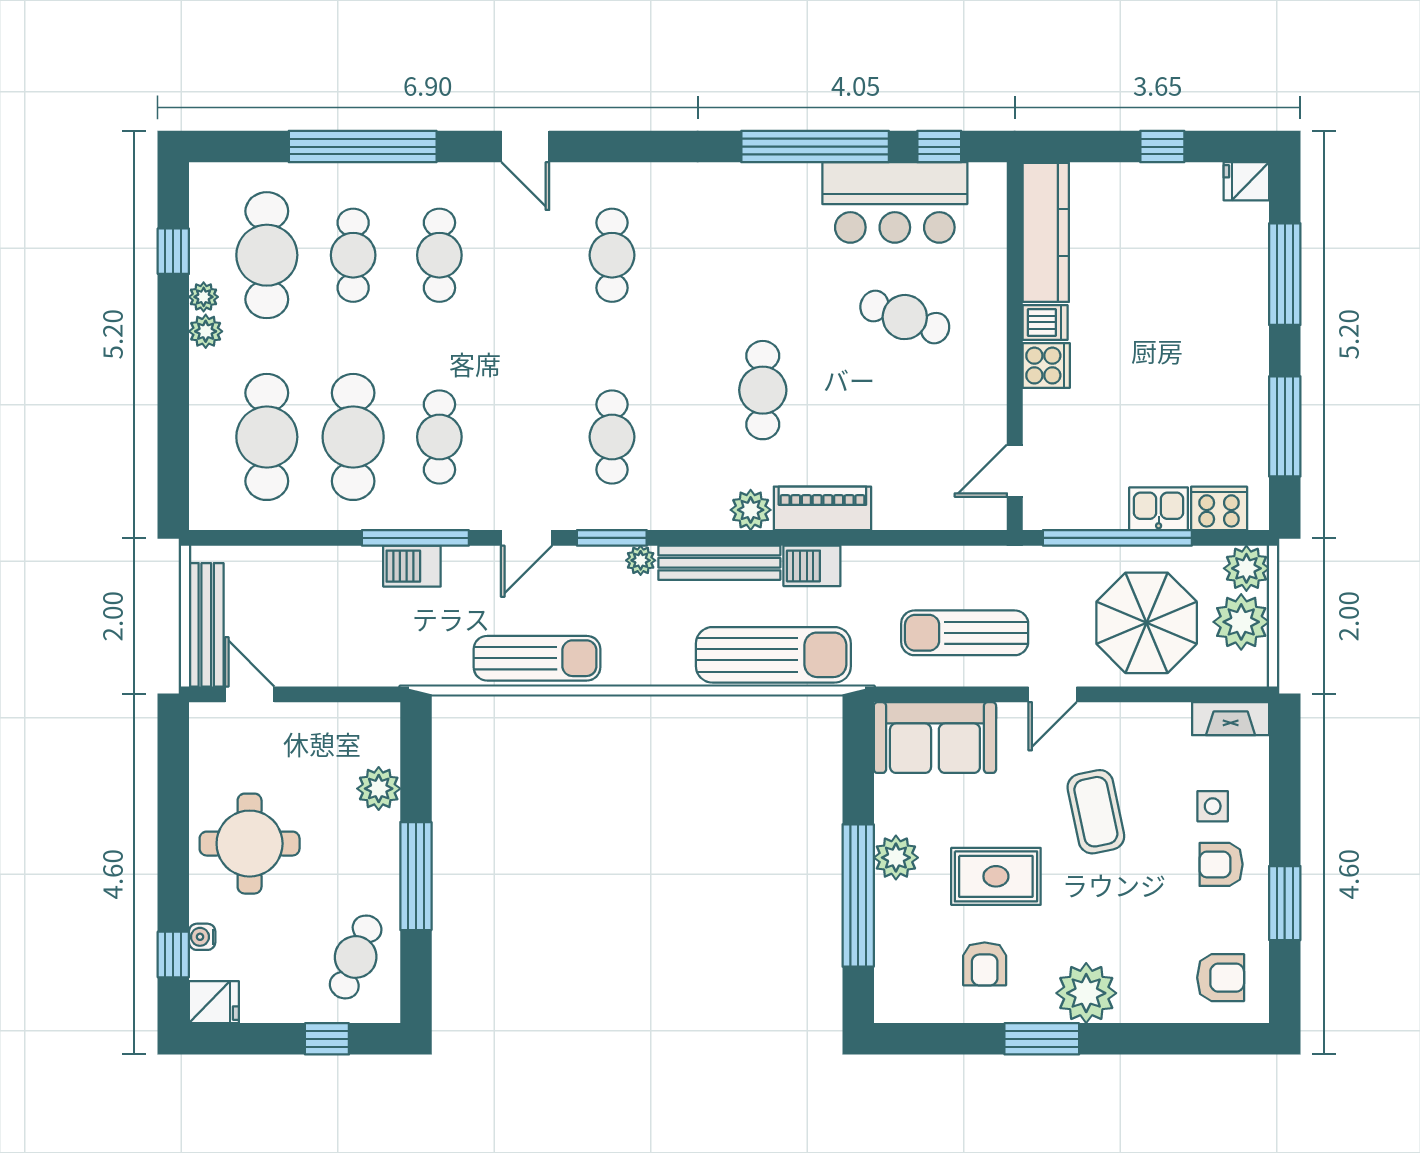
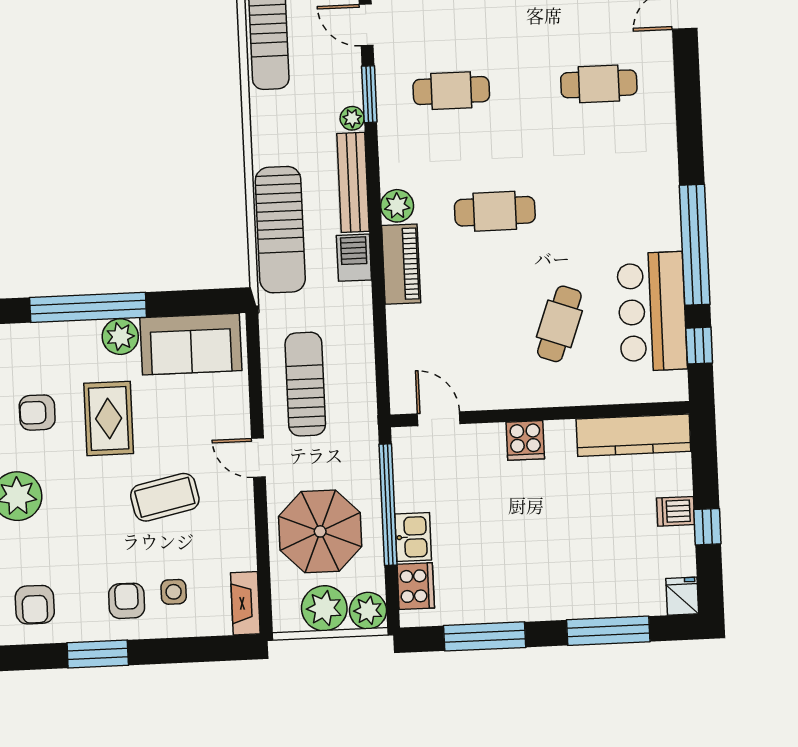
dishwasher: (1045, 322) -> (676, 511), moved, turned 90
sofa: (935, 738) -> (191, 344), moved, turned -90

